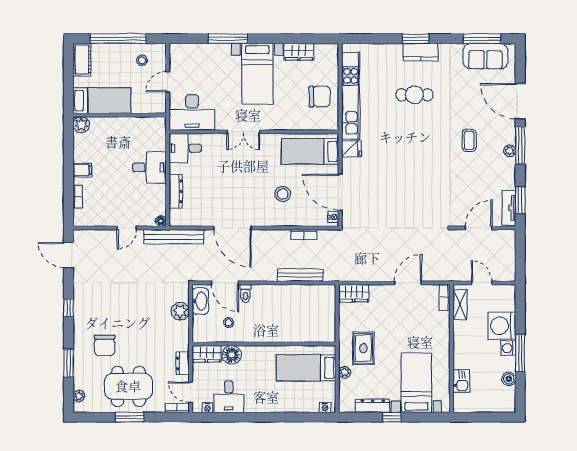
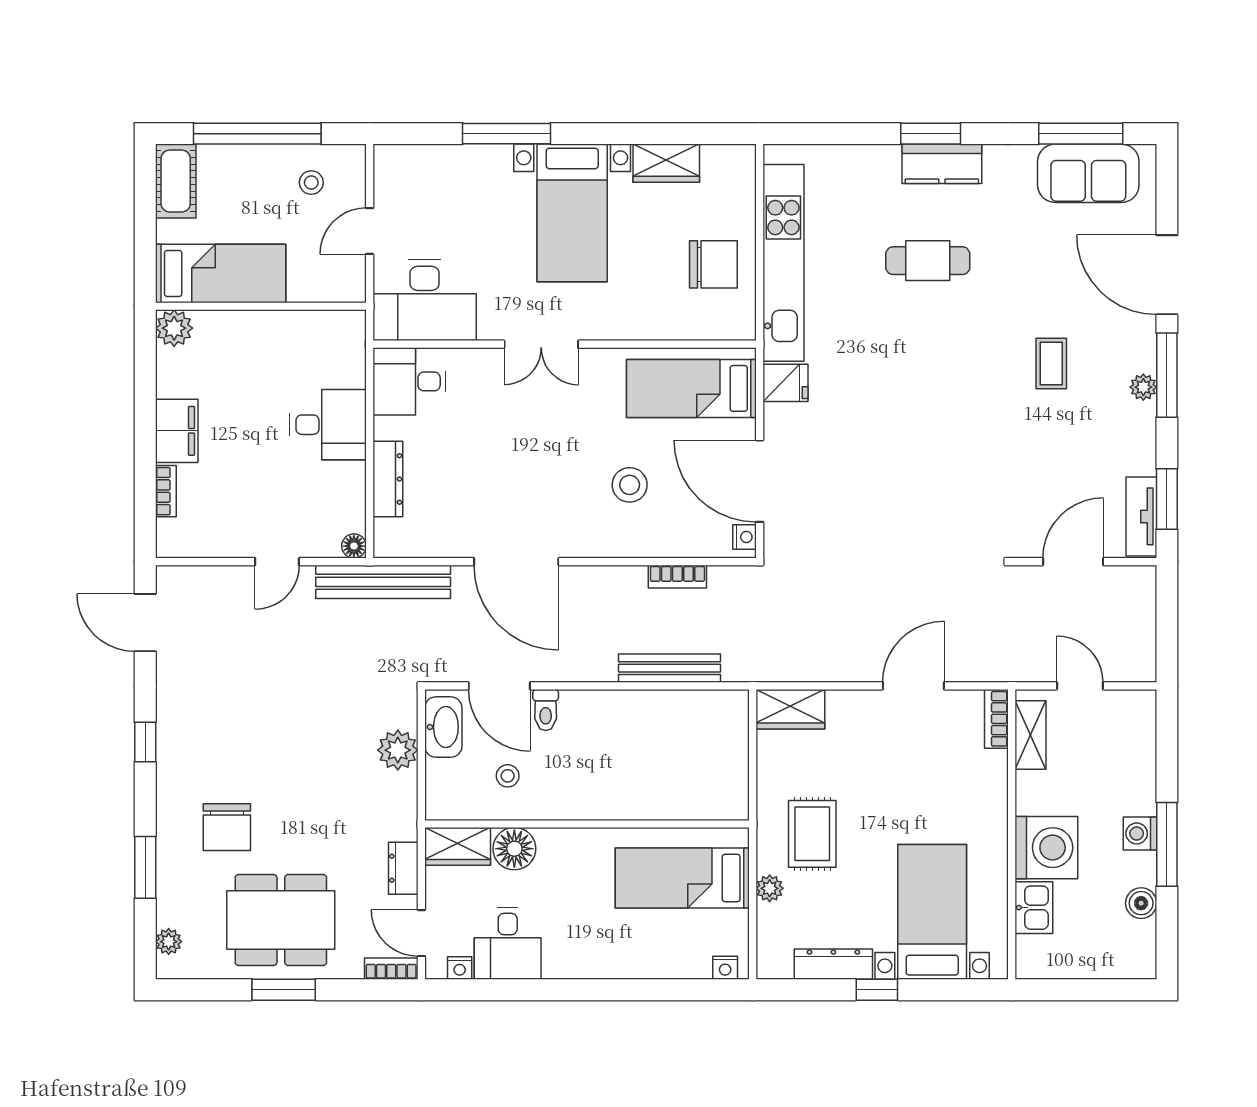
filing cabinet: (82, 170) -> (177, 431), width x2.00
washing machine: (502, 326) -> (1046, 848), moved, turned 180

